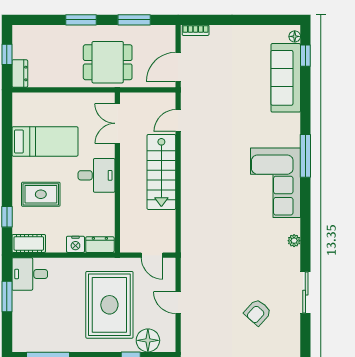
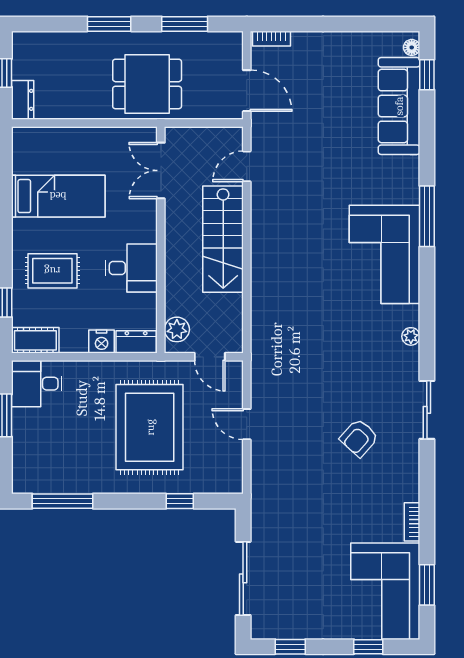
door: (178, 67) -> (247, 91), swing flipped
desk: (97, 175) -> (131, 268), moved
plant: (129, 236) -> (177, 329), added
floor lamp: (148, 340) -> (204, 478), removed

